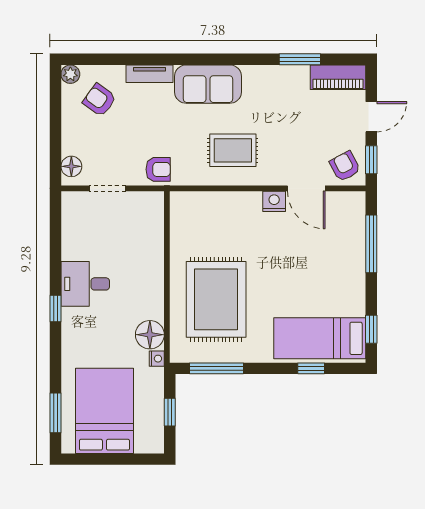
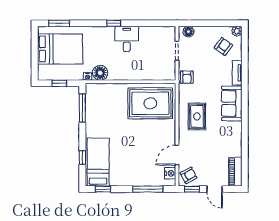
window: (300, 59) -> (245, 152), removed
nightstand: (274, 201) -> (170, 173), moved
rug: (216, 299) -> (150, 103), moved

